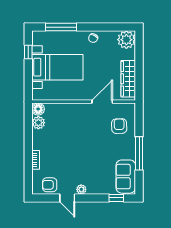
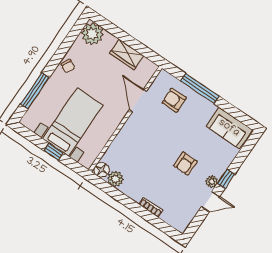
window: (28, 52) -> (54, 152), moved
wardrobe: (128, 79) -> (127, 54), width x0.67
window: (139, 153) -> (200, 89), moved
armchair: (50, 185) -> (185, 164), moved
window: (116, 198) -> (226, 179), moved

